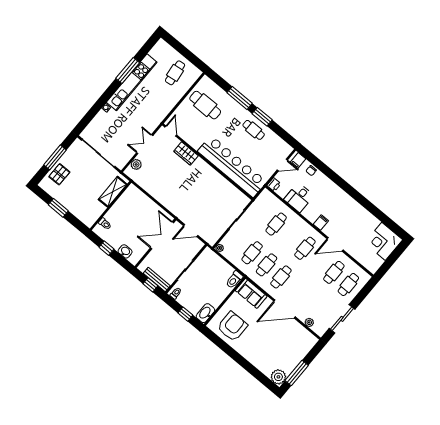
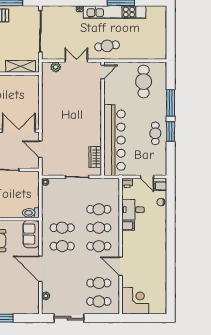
cafe table: (175, 73) -> (107, 46), moved
wardrobe: (186, 153) -> (95, 157), moved
filing cabinet: (321, 222) -> (128, 226), moved
corner desk: (383, 241) -> (135, 301), moved, turned 90
cafe table: (252, 253) -> (99, 228), moved

